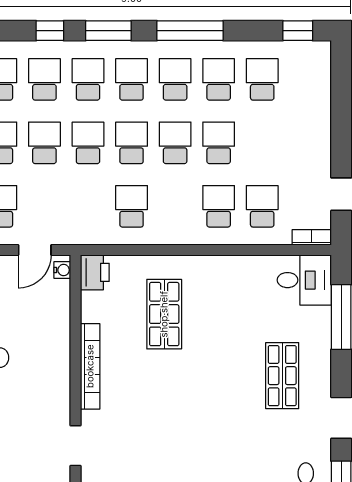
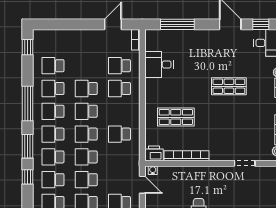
desk: (304, 280) -> (159, 64), moved, turned -90
bookcase: (90, 366) -> (187, 156), moved
shop shelf: (282, 376) -> (229, 86), moved

